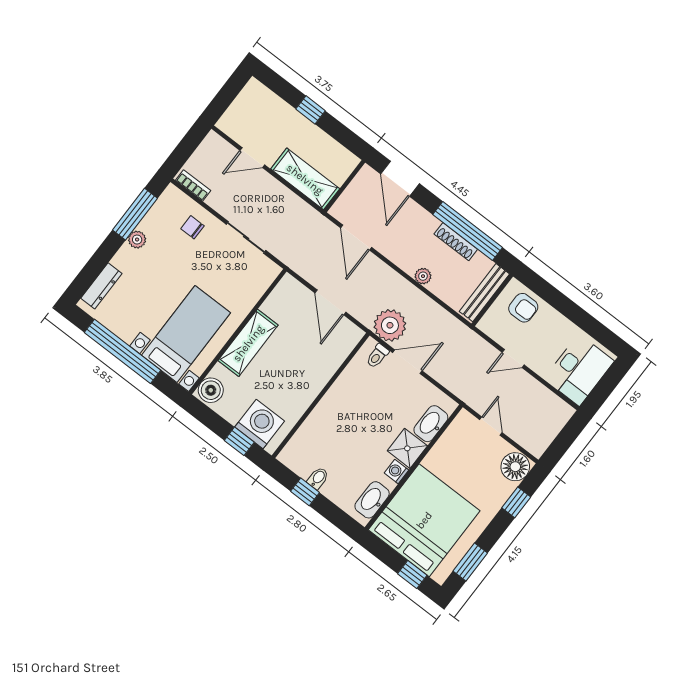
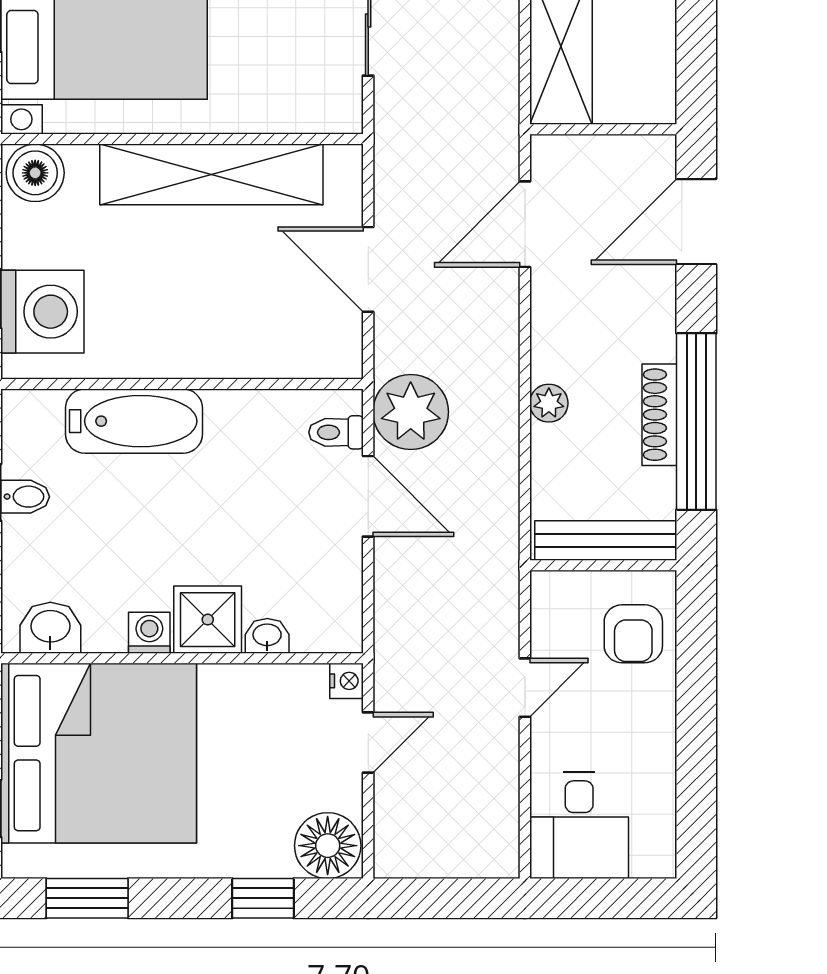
door: (330, 302) -> (368, 269), hinge flipped
shelving: (248, 343) -> (211, 174), width x1.47
door: (513, 359) -> (525, 688), swing flipped
desk: (579, 370) -> (579, 825), width x0.73
nightstand: (464, 417) -> (346, 681), added
bathtub: (321, 422) -> (134, 421), added
washbasin: (431, 424) -> (267, 636), width x0.52, depth x0.69
washbasin: (372, 500) -> (50, 628), width x0.72

